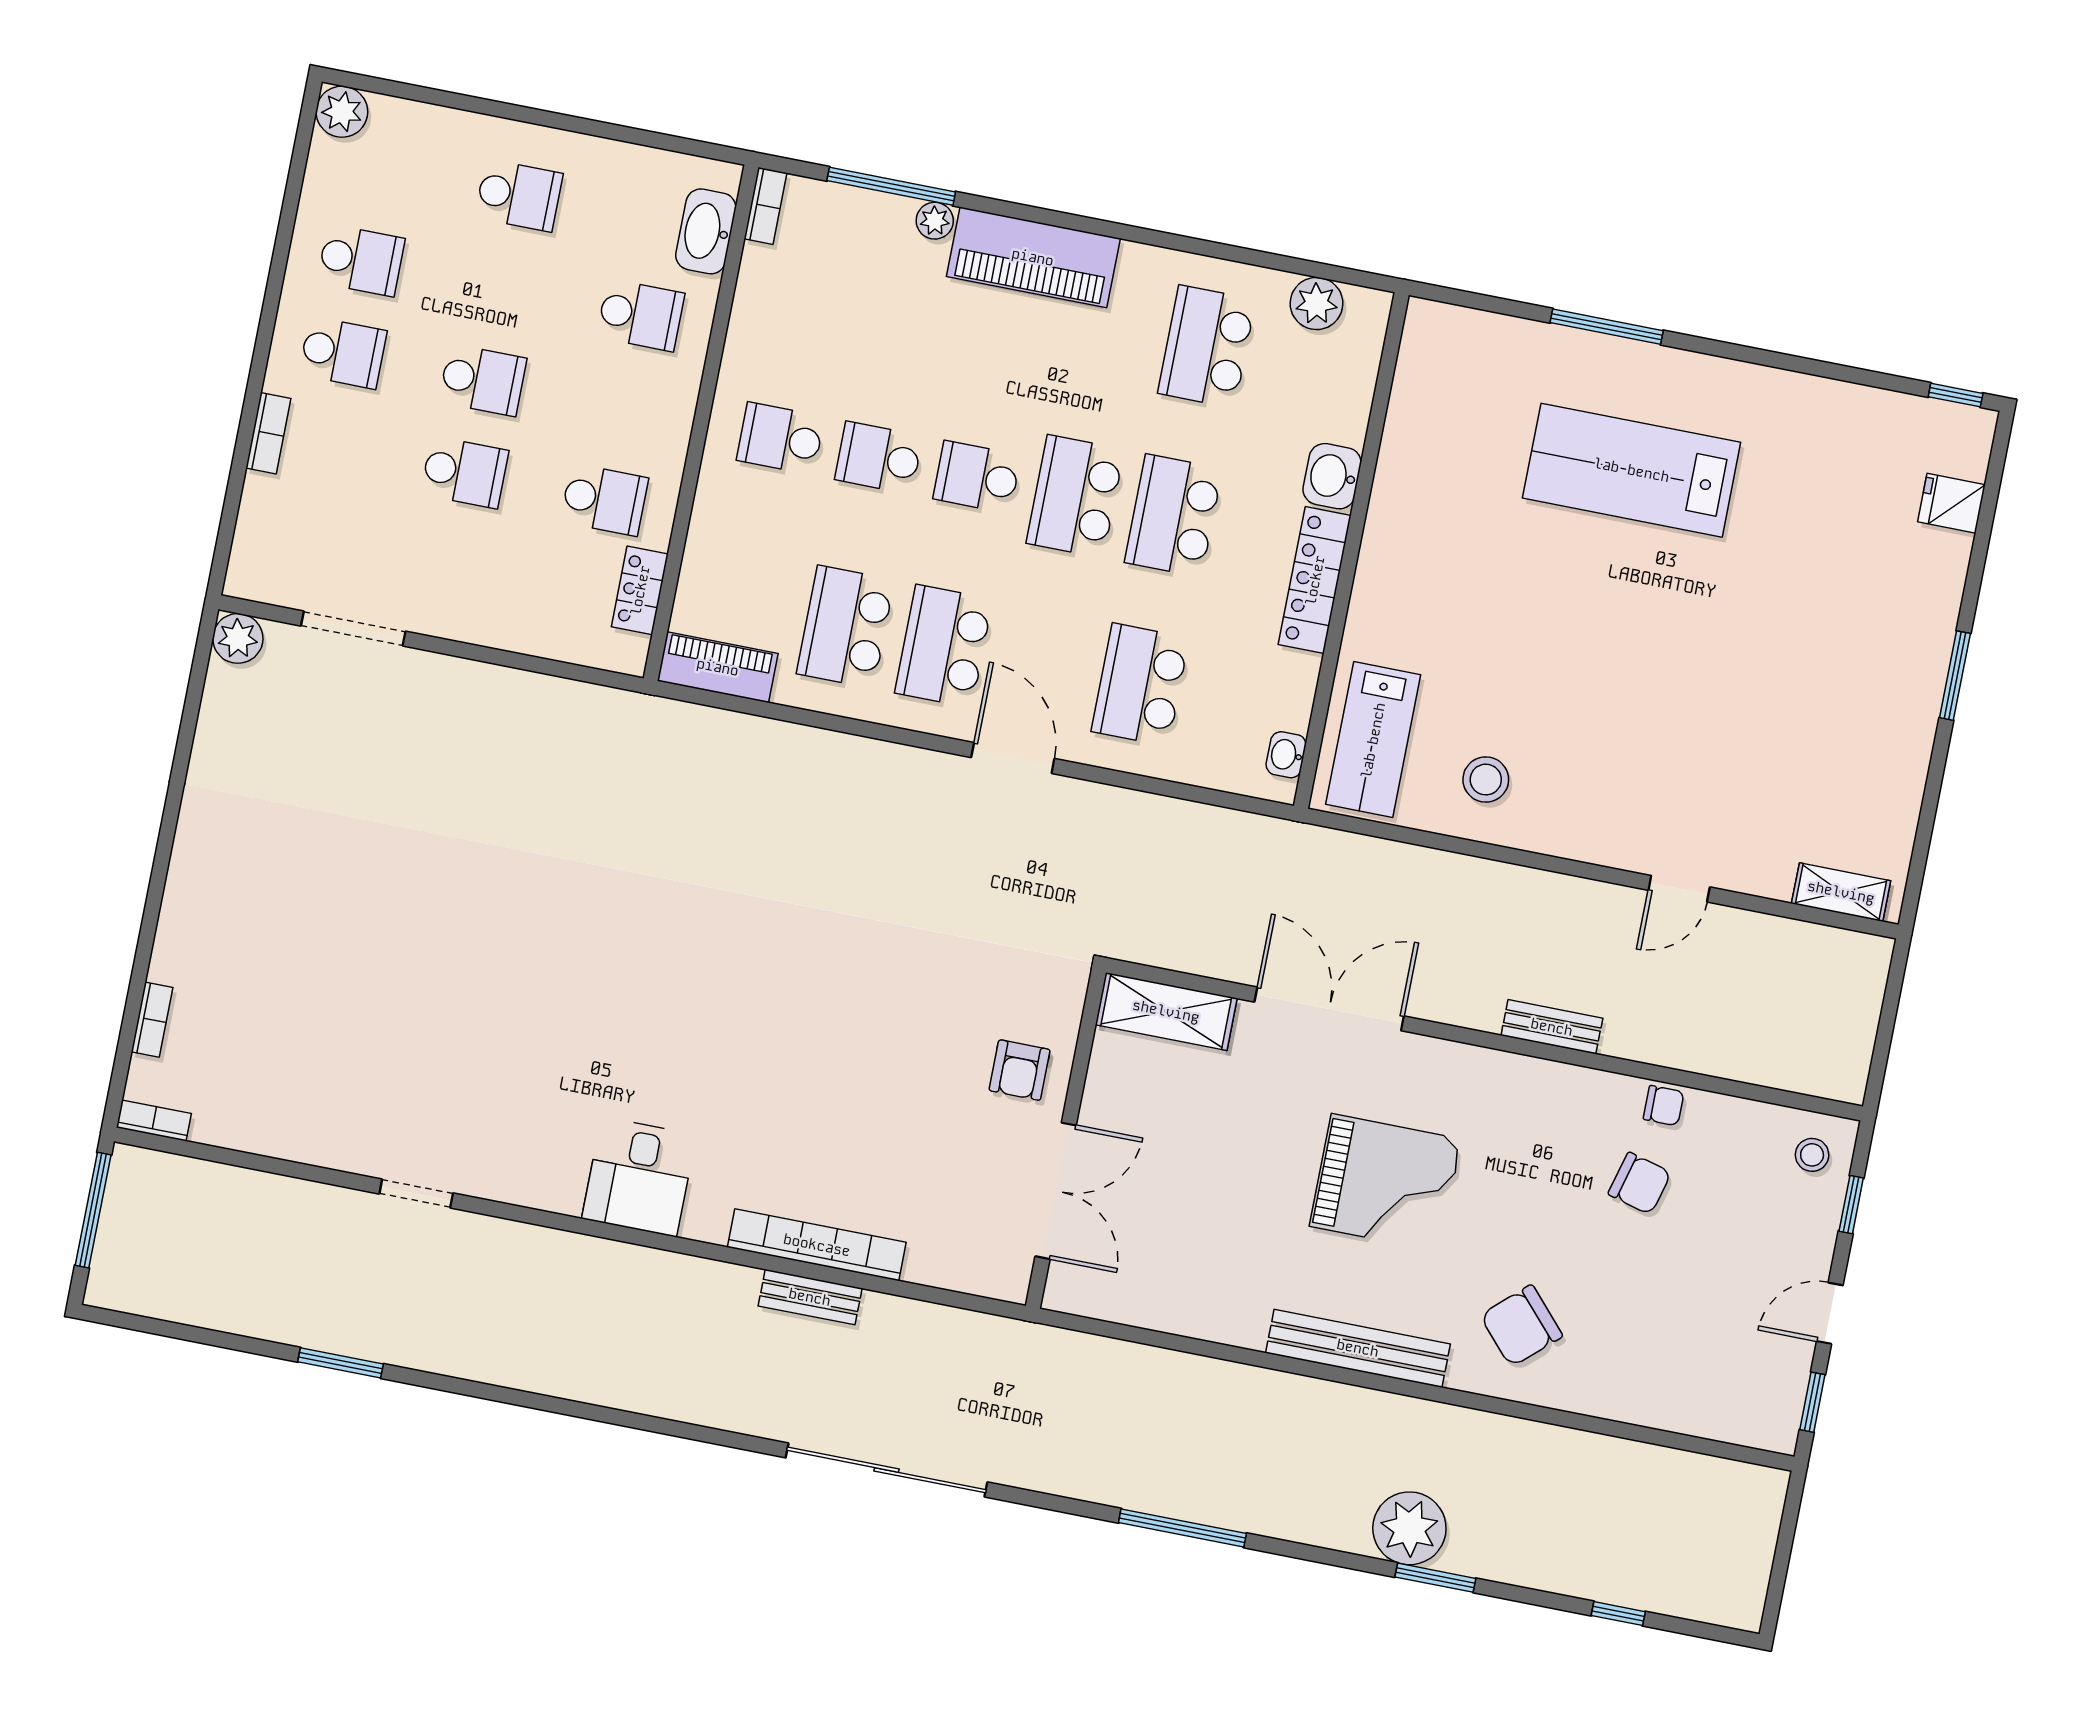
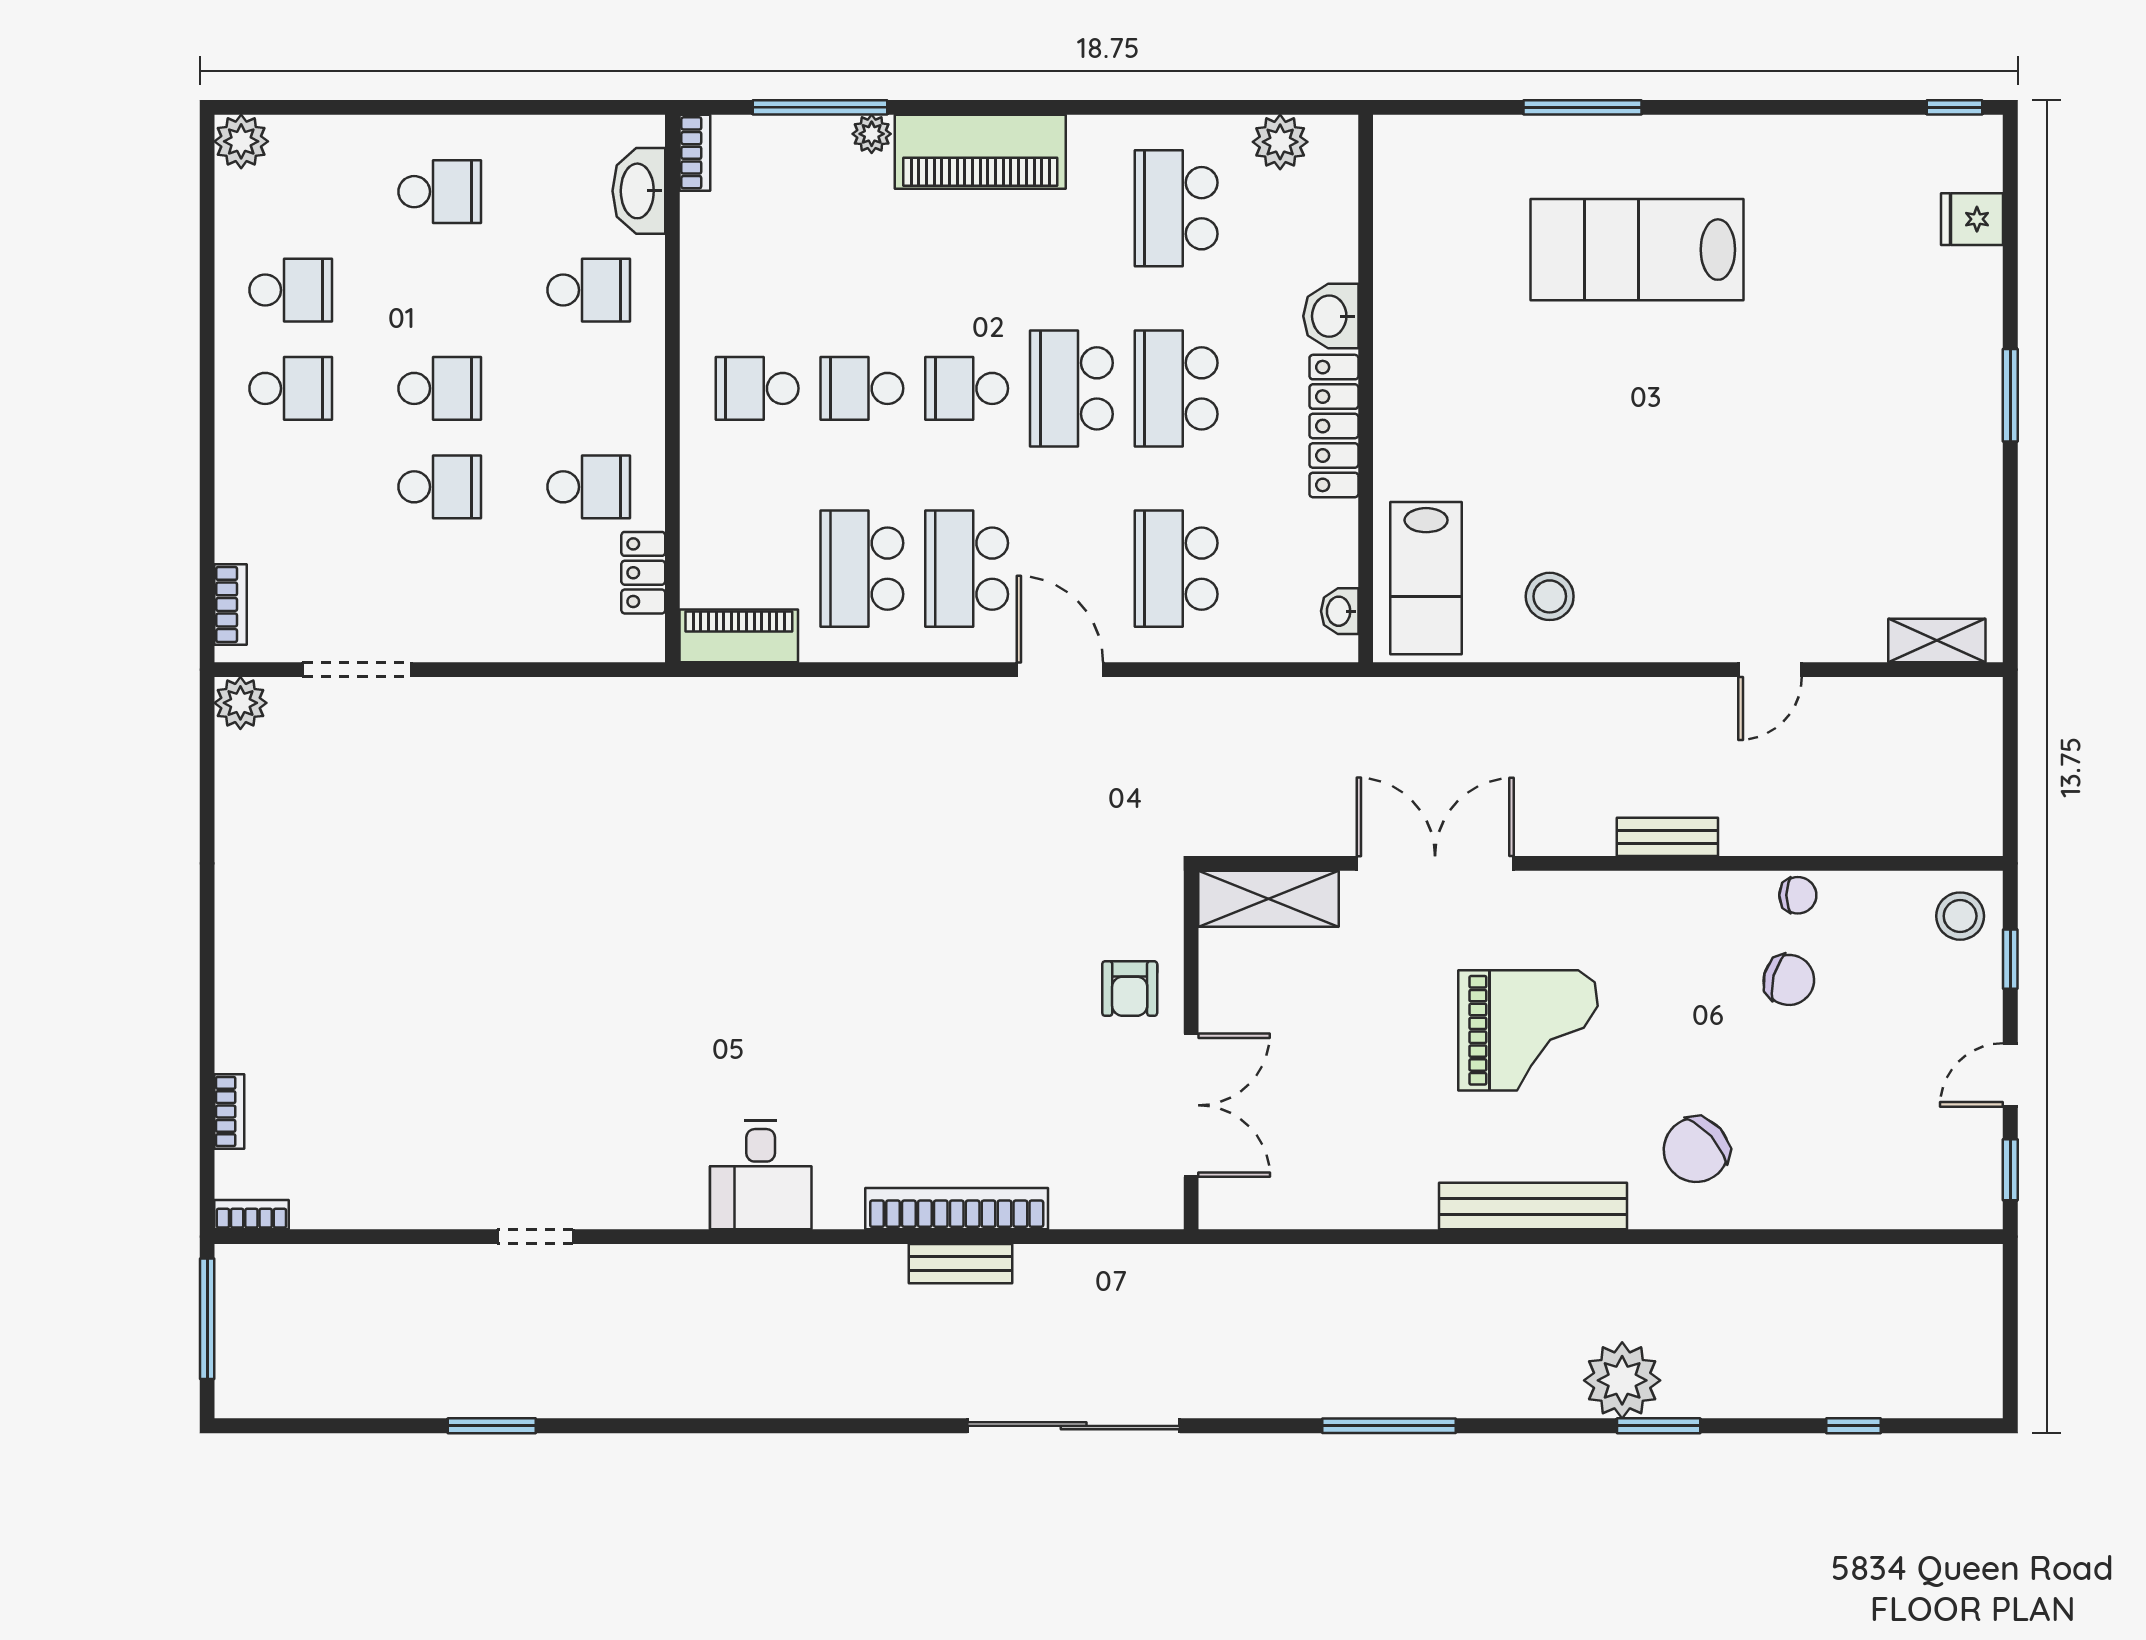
bookcase: (268, 433) -> (230, 604), moved
stool: (1812, 1155) -> (1960, 916), width x1.37, depth x1.37

